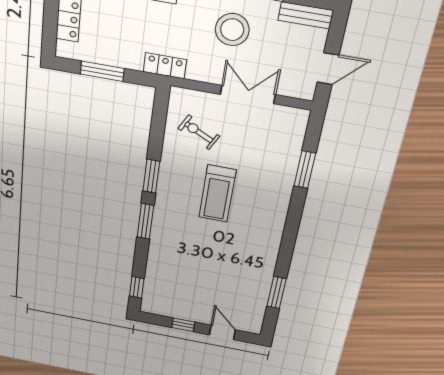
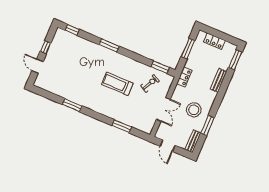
window: (151, 176) -> (160, 67), moved
window: (277, 292) -> (72, 105), moved
door: (222, 332) -> (37, 66), swing flipped

